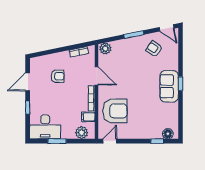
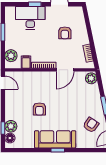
sofa: (169, 86) -> (55, 139), width x1.36
armchair: (115, 111) -> (39, 109), moved, width x0.53, depth x0.53
desk: (45, 127) -> (30, 18), moved, turned 90
plant: (156, 133) -> (11, 126), added

